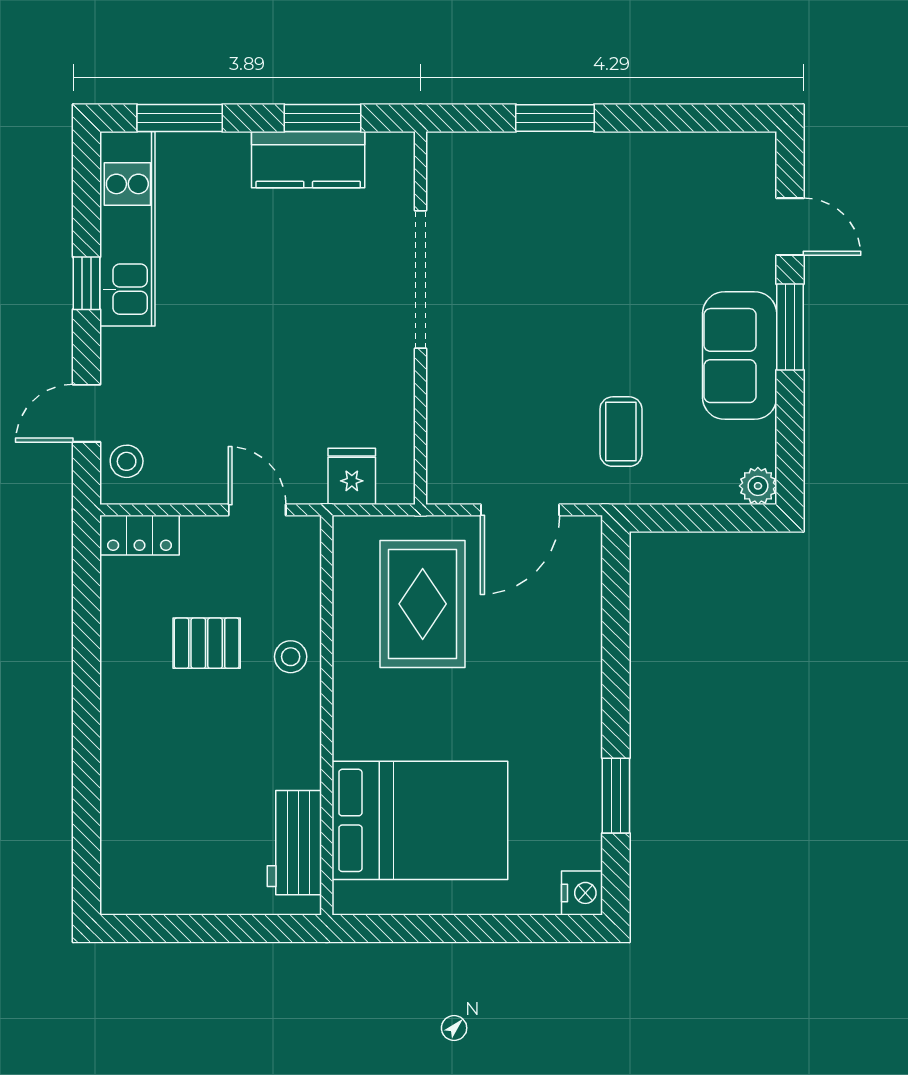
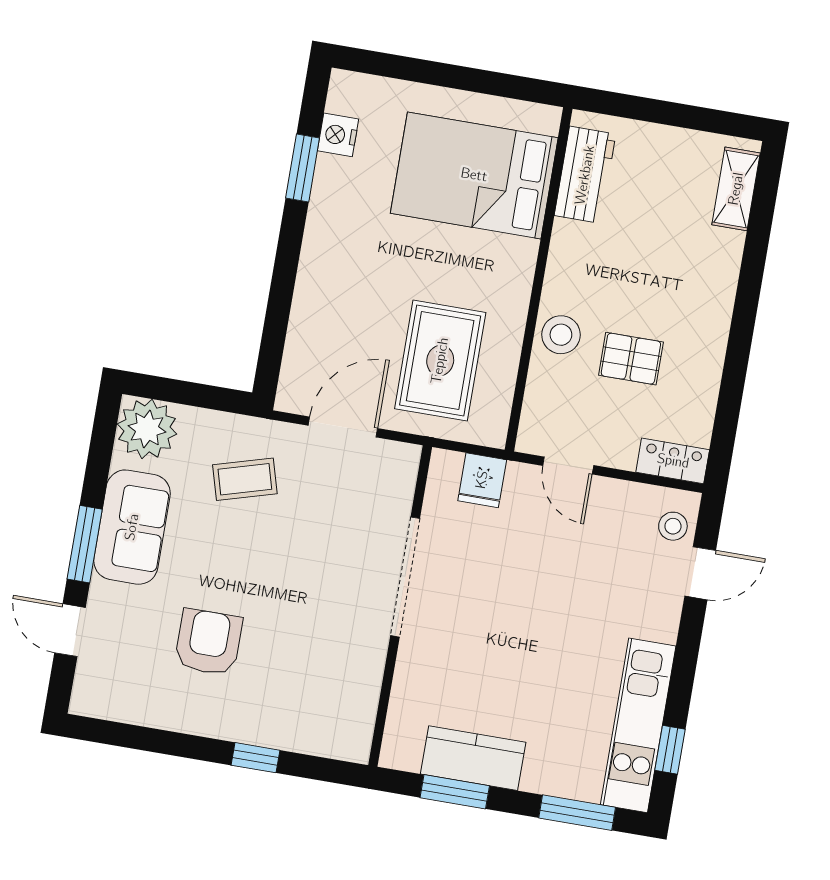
window: (555, 118) -> (255, 758), width x0.67
armchair: (631, 240) -> (208, 642), added
doorway: (420, 280) -> (405, 577), moved
window: (87, 283) -> (670, 750), moved
coffee table: (621, 432) -> (245, 479), turned 74
plant: (758, 486) -> (147, 429), width x1.88, depth x1.88
stool: (291, 657) -> (561, 335), width x1.37, depth x1.37
shelving: (120, 856) -> (736, 189), added
nightstand: (582, 893) -> (338, 135), moved

